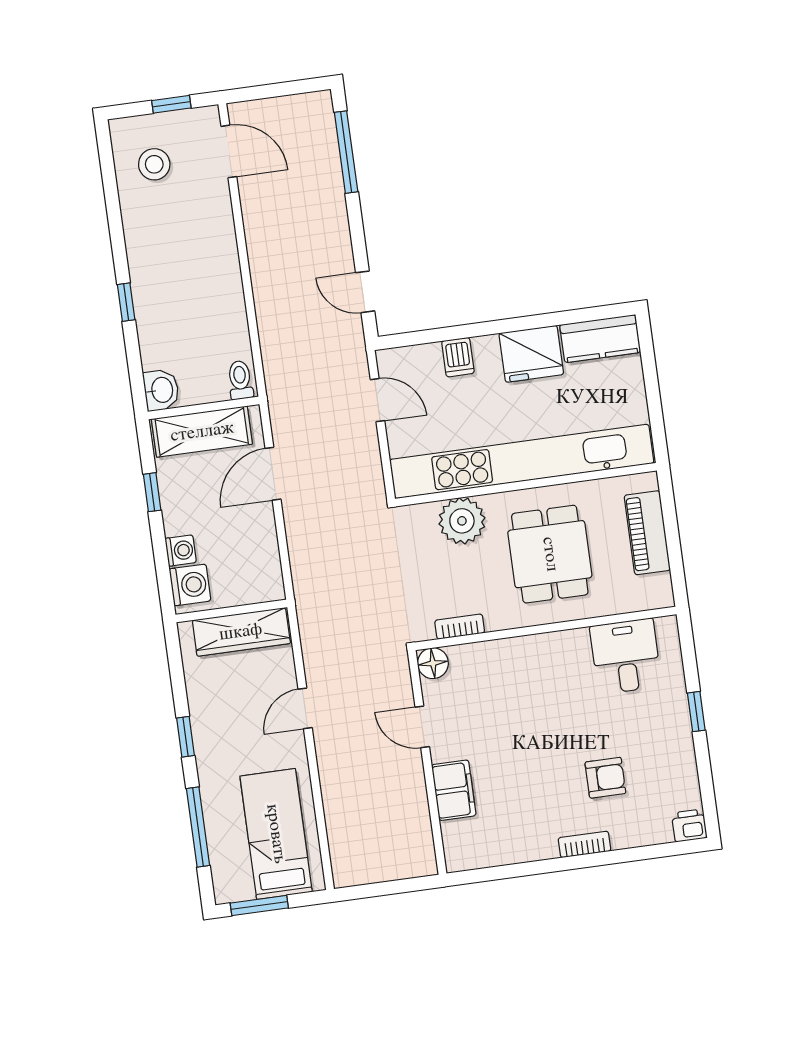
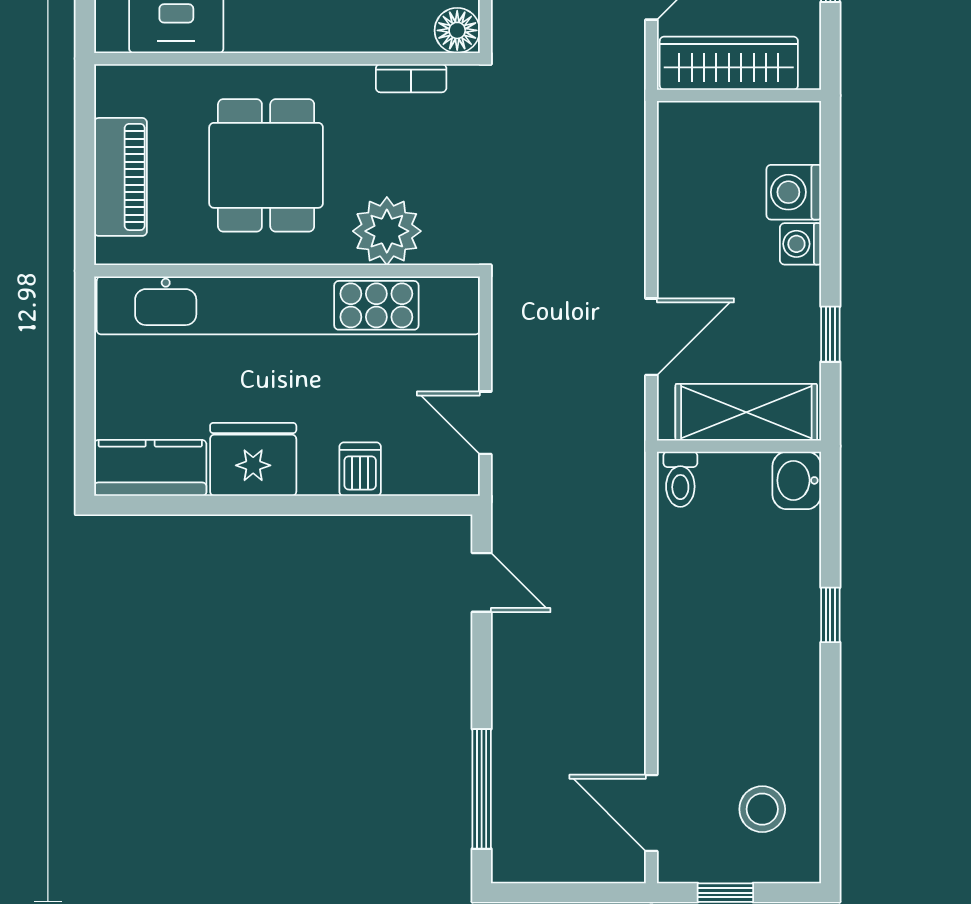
wall: (231, 611) -> (739, 95), moved
wardrobe: (241, 632) -> (729, 63), moved

